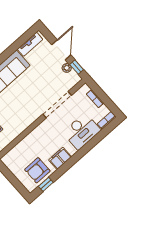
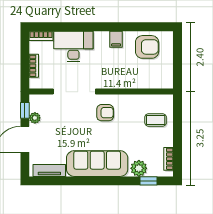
armchair: (27, 109) -> (105, 113), added
filing cabinet: (60, 158) -> (116, 39), width x0.50
window: (46, 184) -> (151, 27), removed

